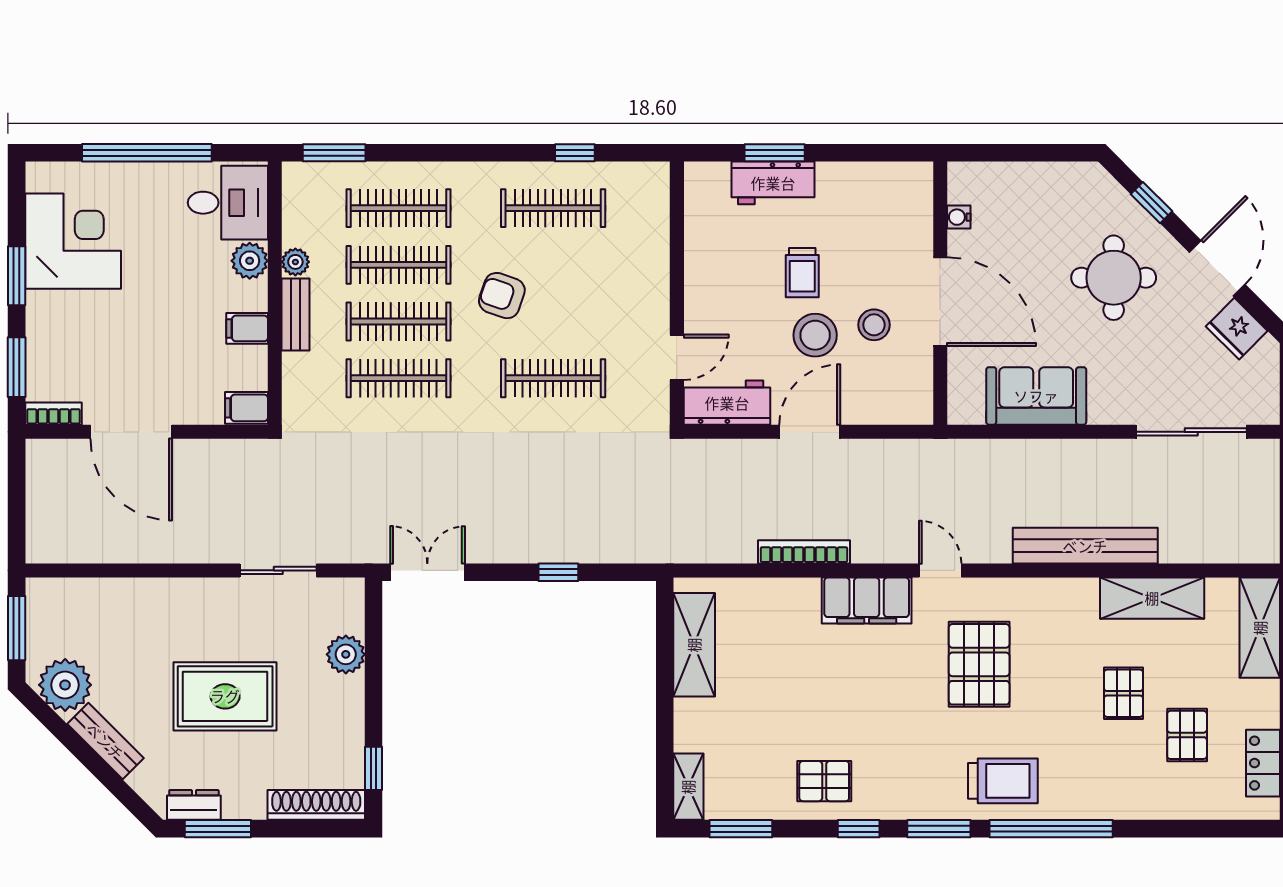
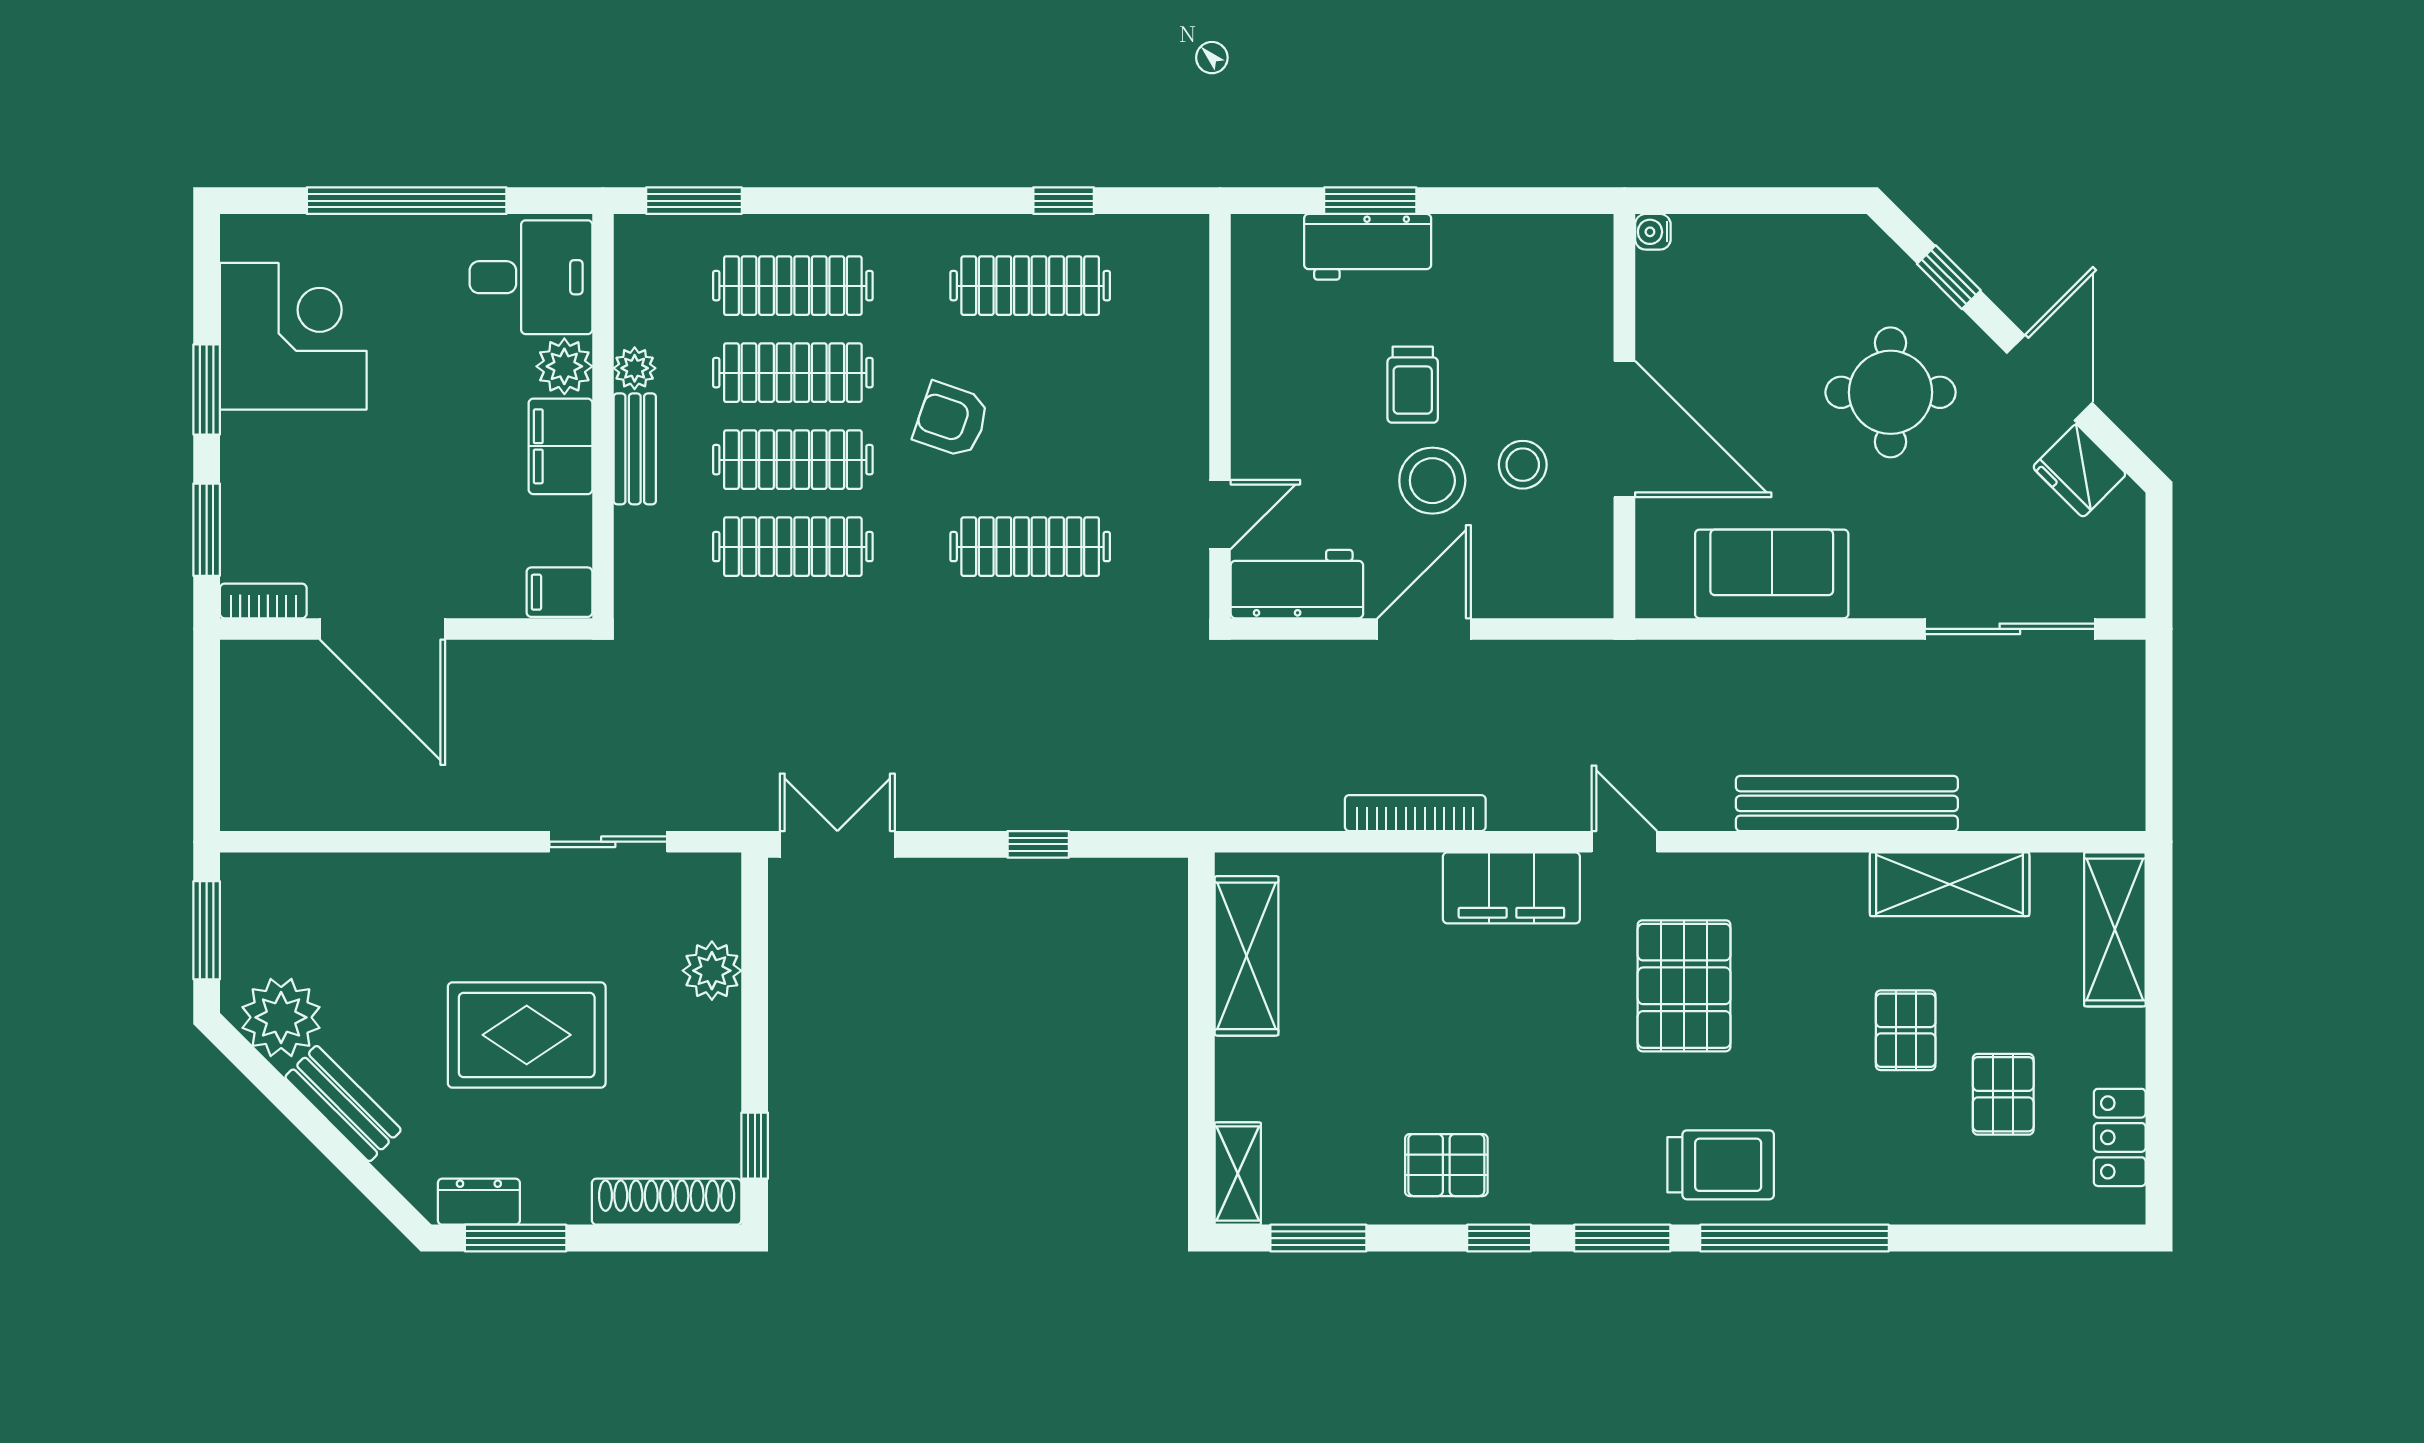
water cooler: (959, 217) -> (1653, 232), moved
filing cabinet: (247, 328) -> (560, 446), width x2.00

